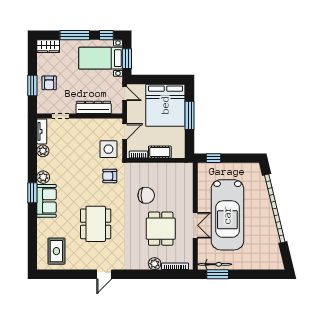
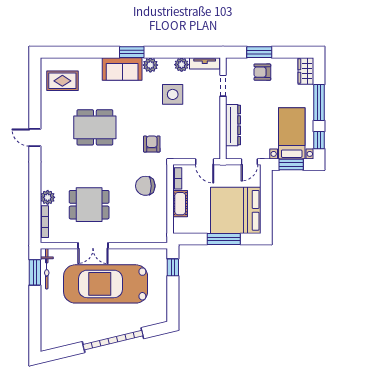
side table: (108, 149) -> (173, 94), moved
chair: (146, 195) -> (145, 186), moved, turned 90
garage door: (275, 209) -> (113, 340), width x0.73

